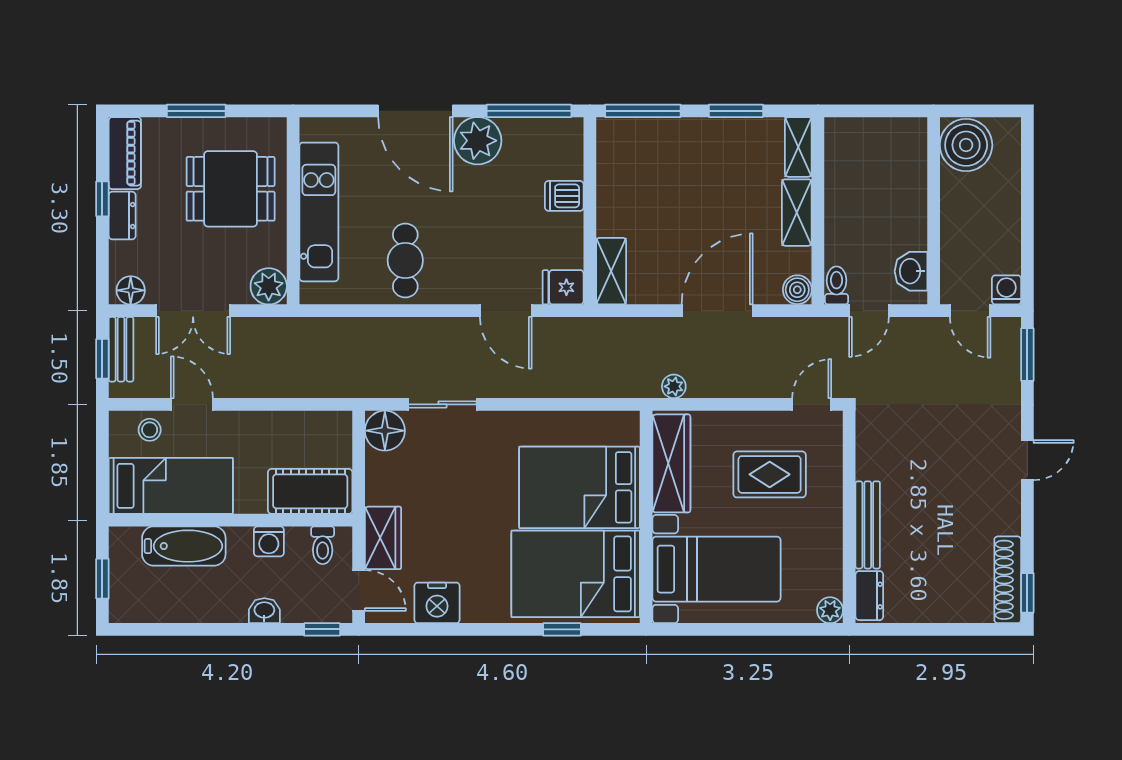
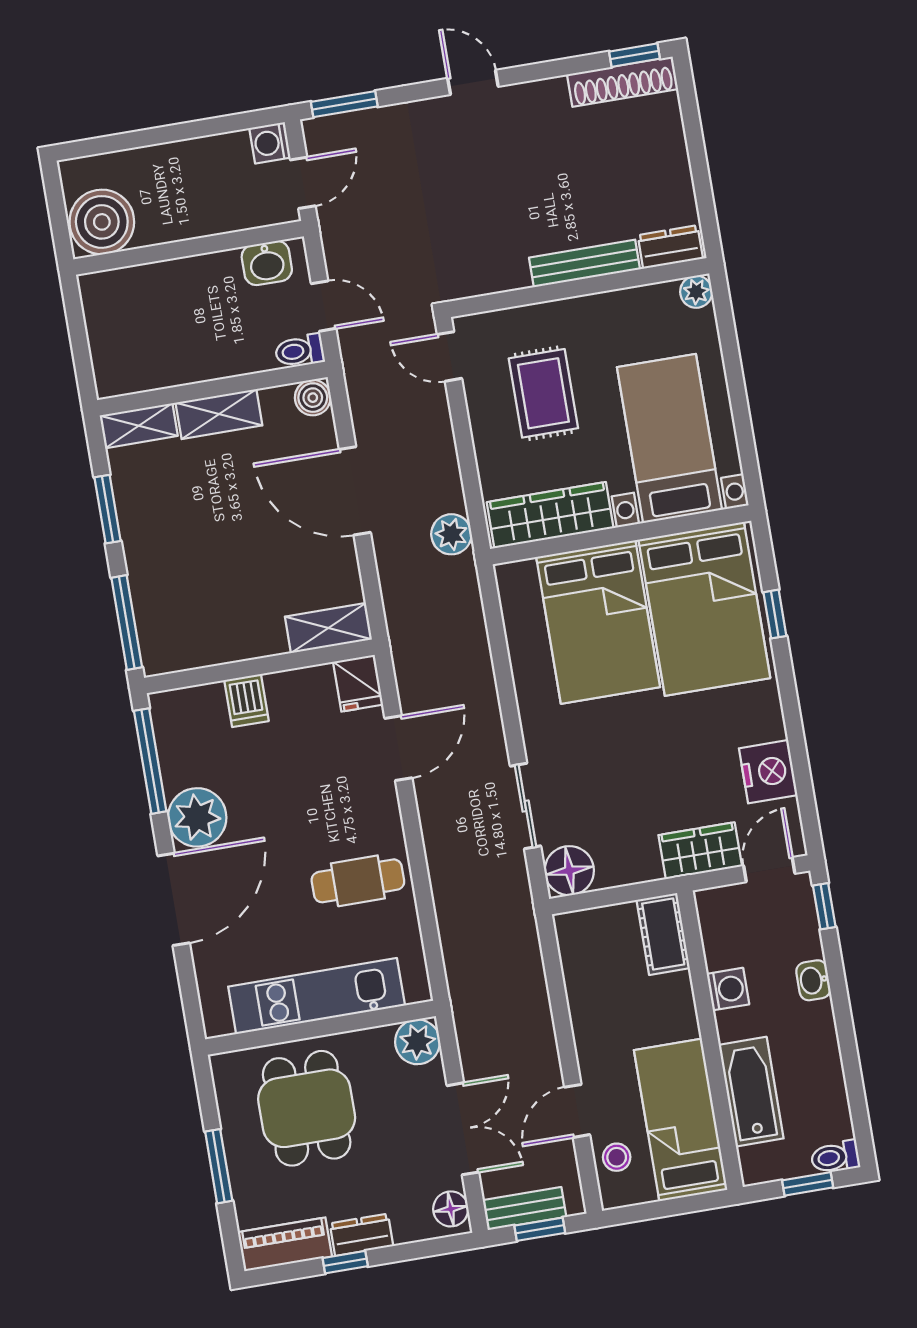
plant: (674, 386) -> (451, 534), width x1.38, depth x1.38
cot: (310, 491) -> (663, 934), width x0.73, depth x0.75
toilet: (323, 545) -> (835, 1157), moved, turned 180

